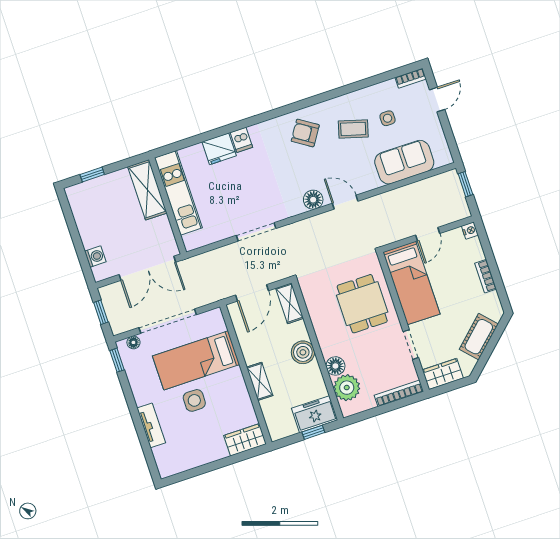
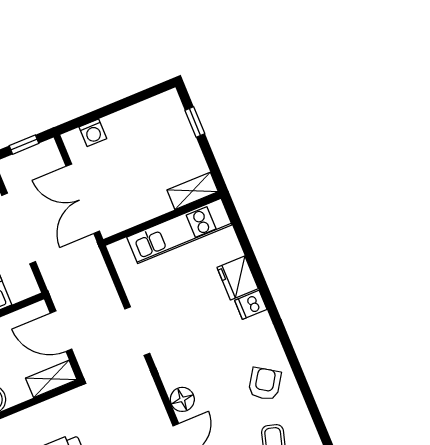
shelving: (147, 190) -> (193, 191), width x0.67, depth x0.75

